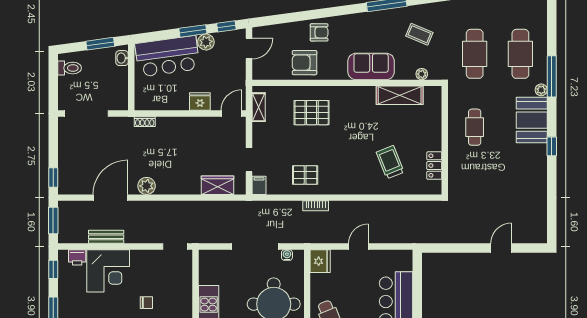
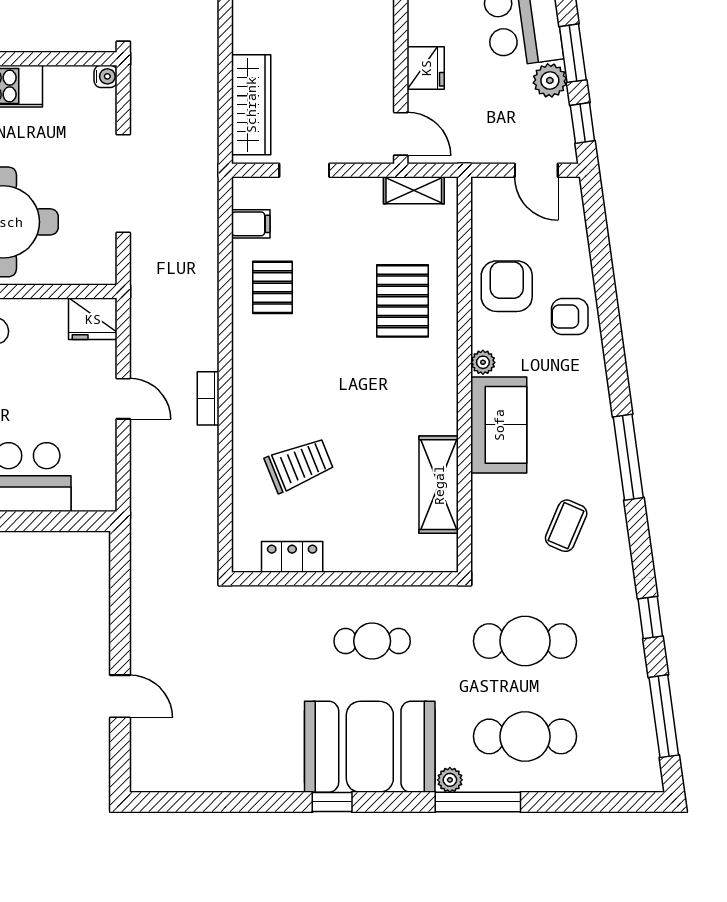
armchair: (319, 32) -> (570, 317), turned 90
plant: (422, 74) -> (483, 362), moved
booth: (532, 120) -> (370, 747), width x1.36, depth x1.42
wardrobe: (218, 185) -> (251, 105), width x1.50
filing cabinet: (259, 185) -> (251, 224), moved
bookcase: (316, 206) -> (208, 398), moved
water cooler: (287, 255) -> (106, 76), moved

